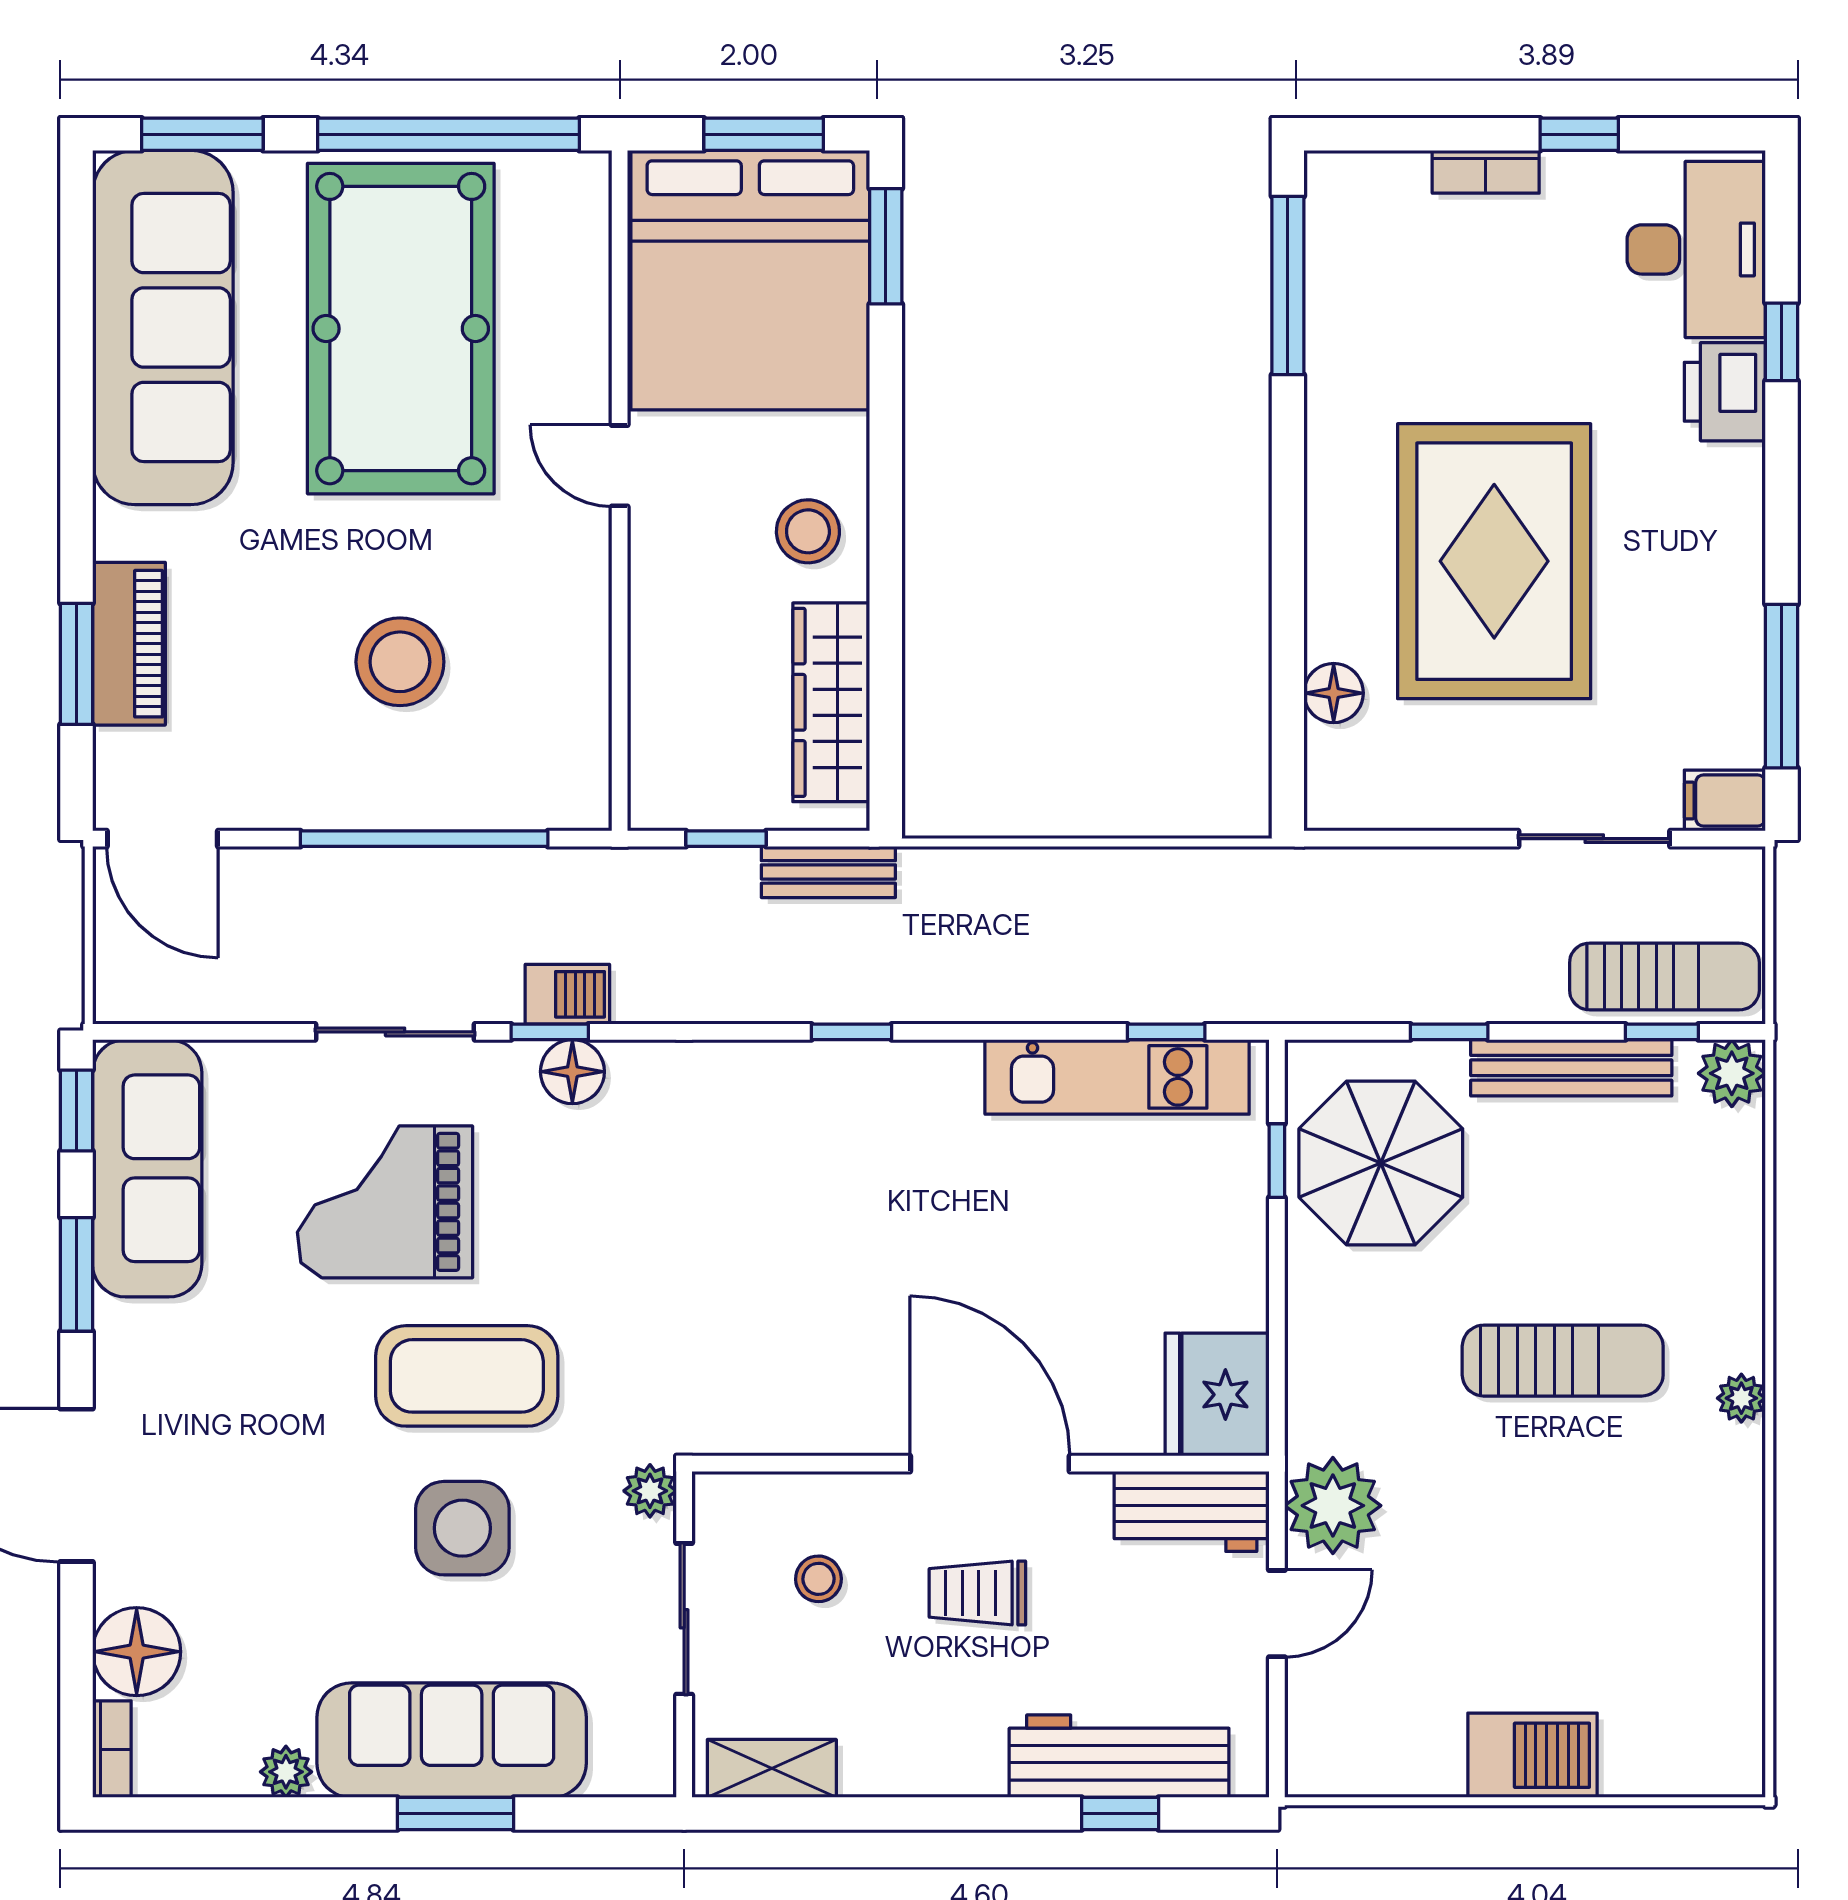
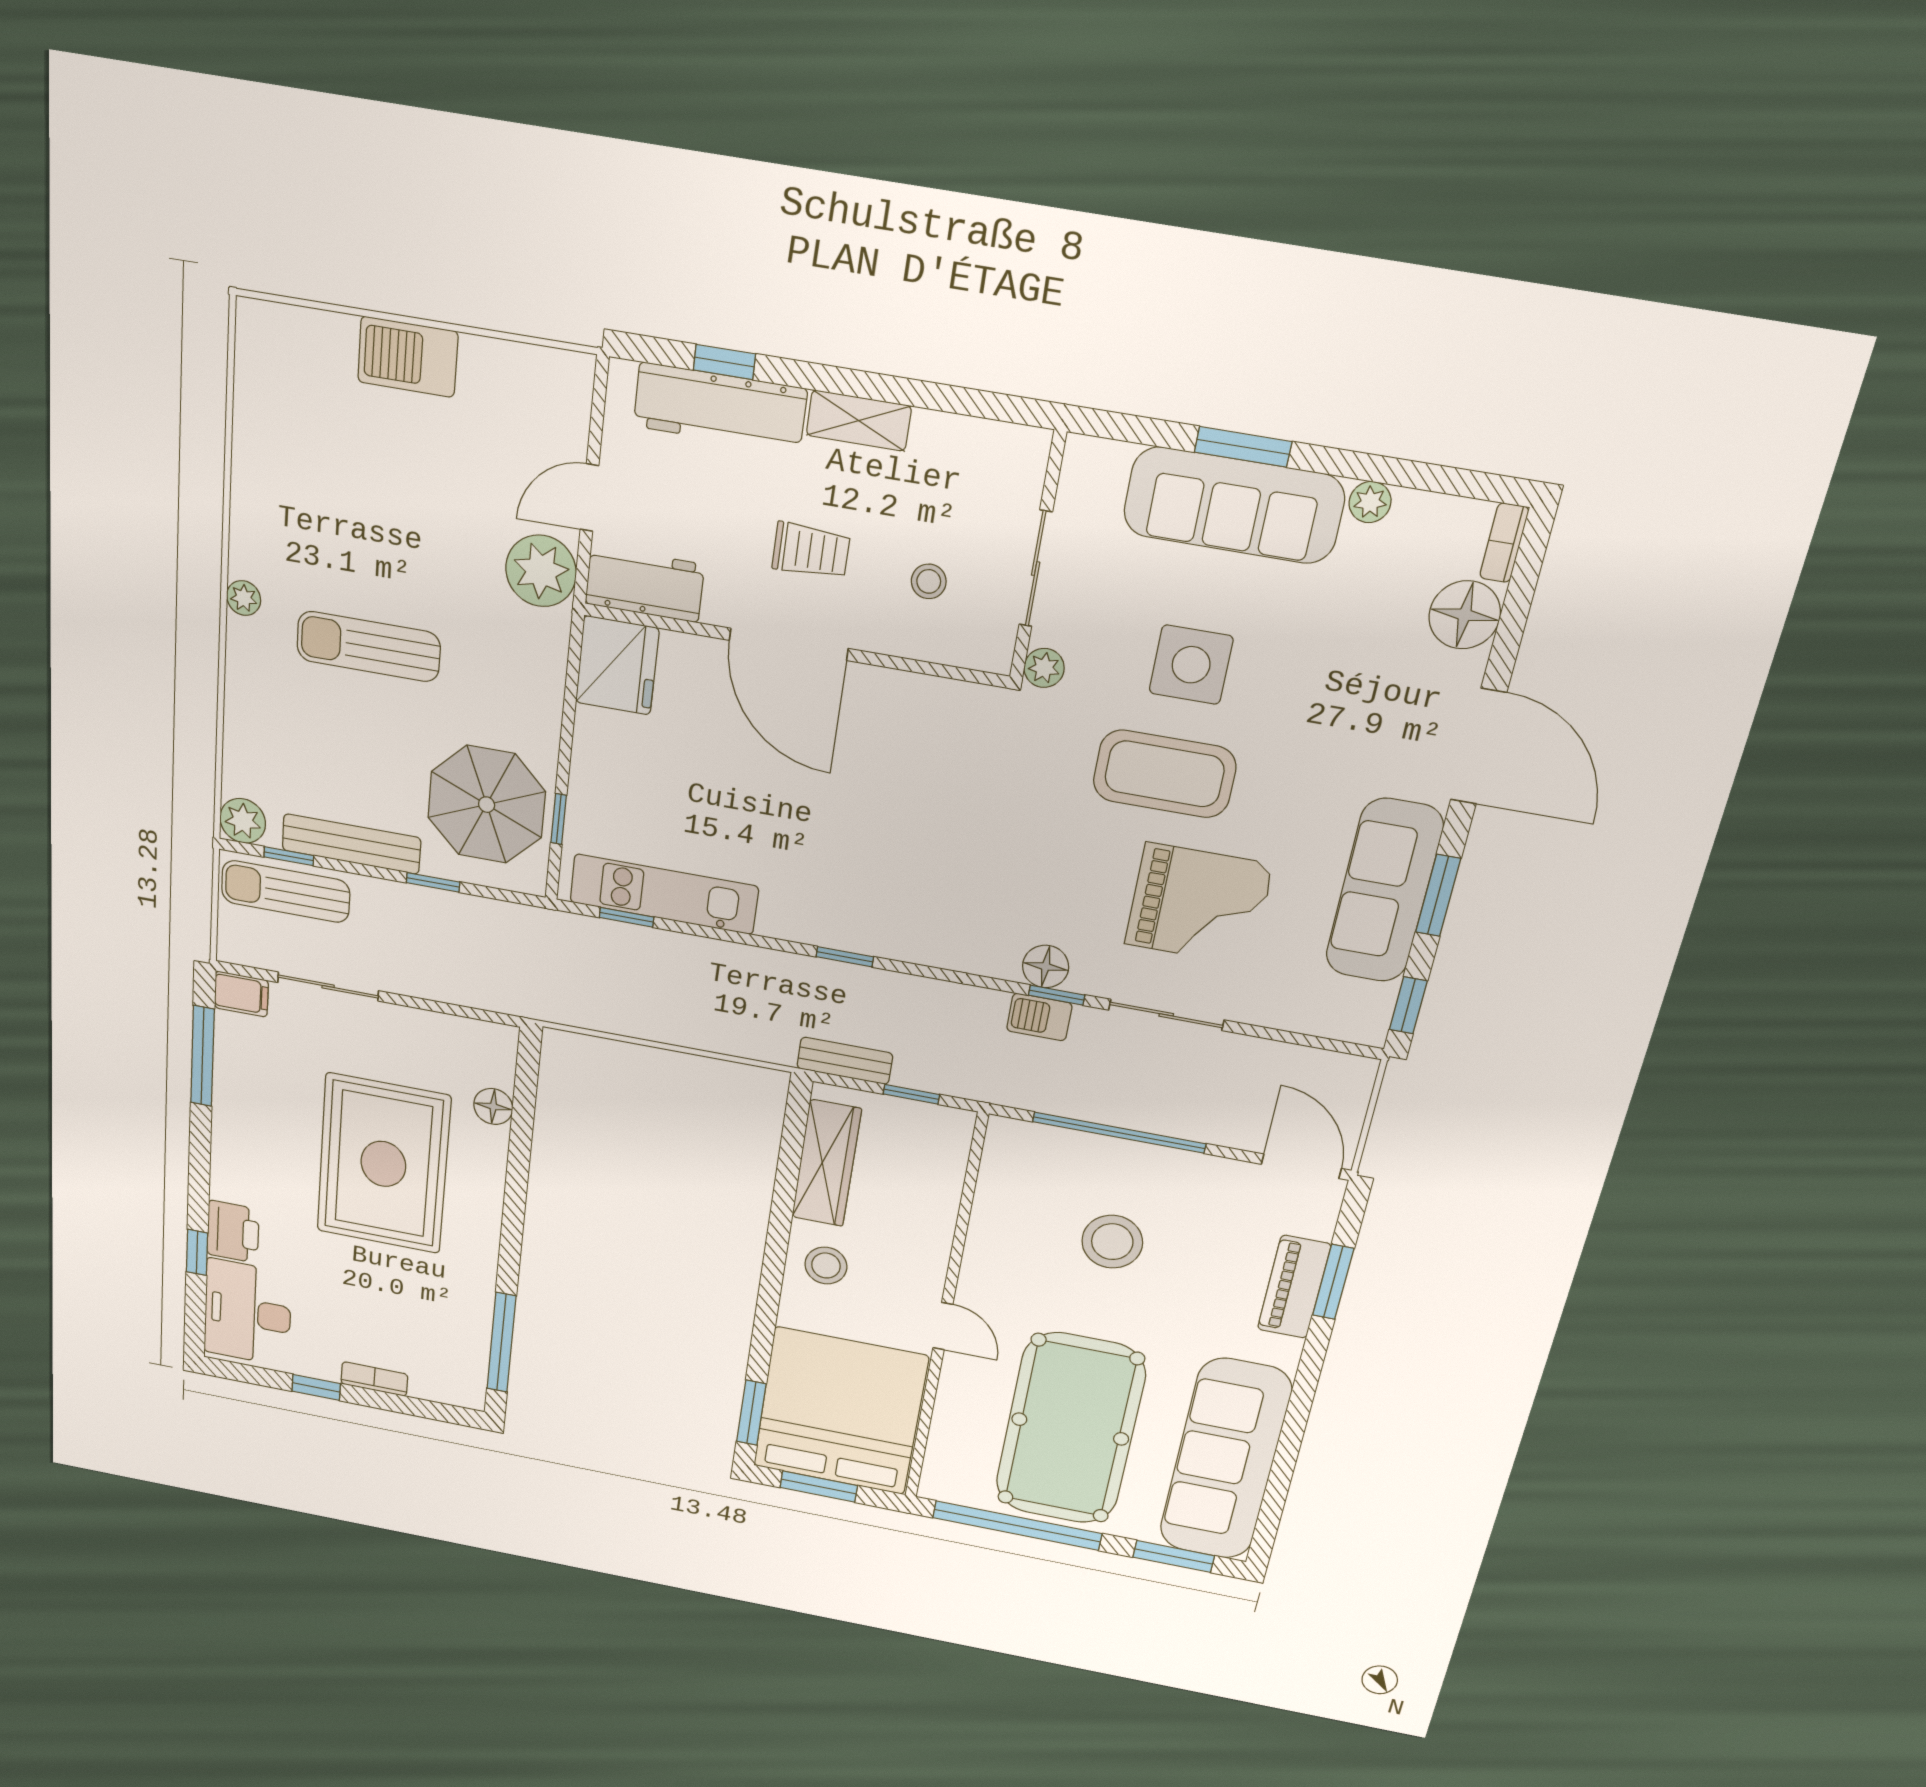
sofa: (147, 1168) -> (1384, 891), moved
shelving: (772, 1768) -> (859, 421), moved

